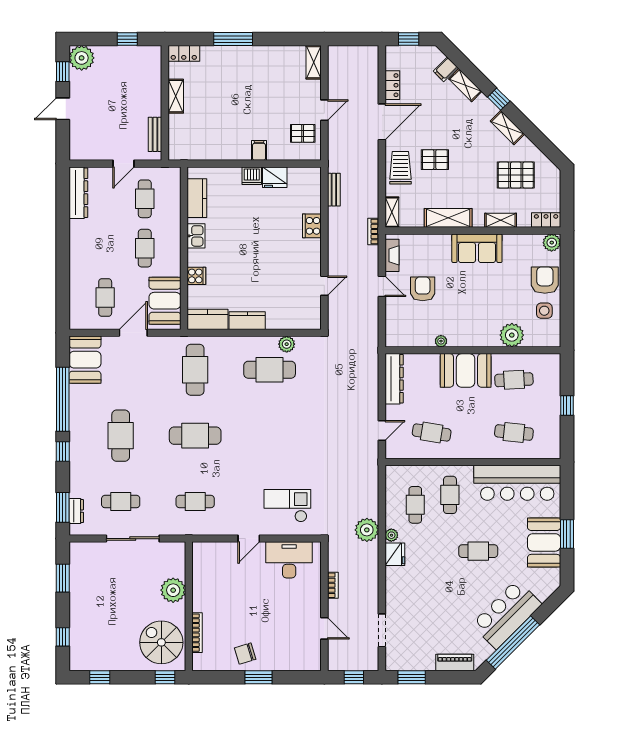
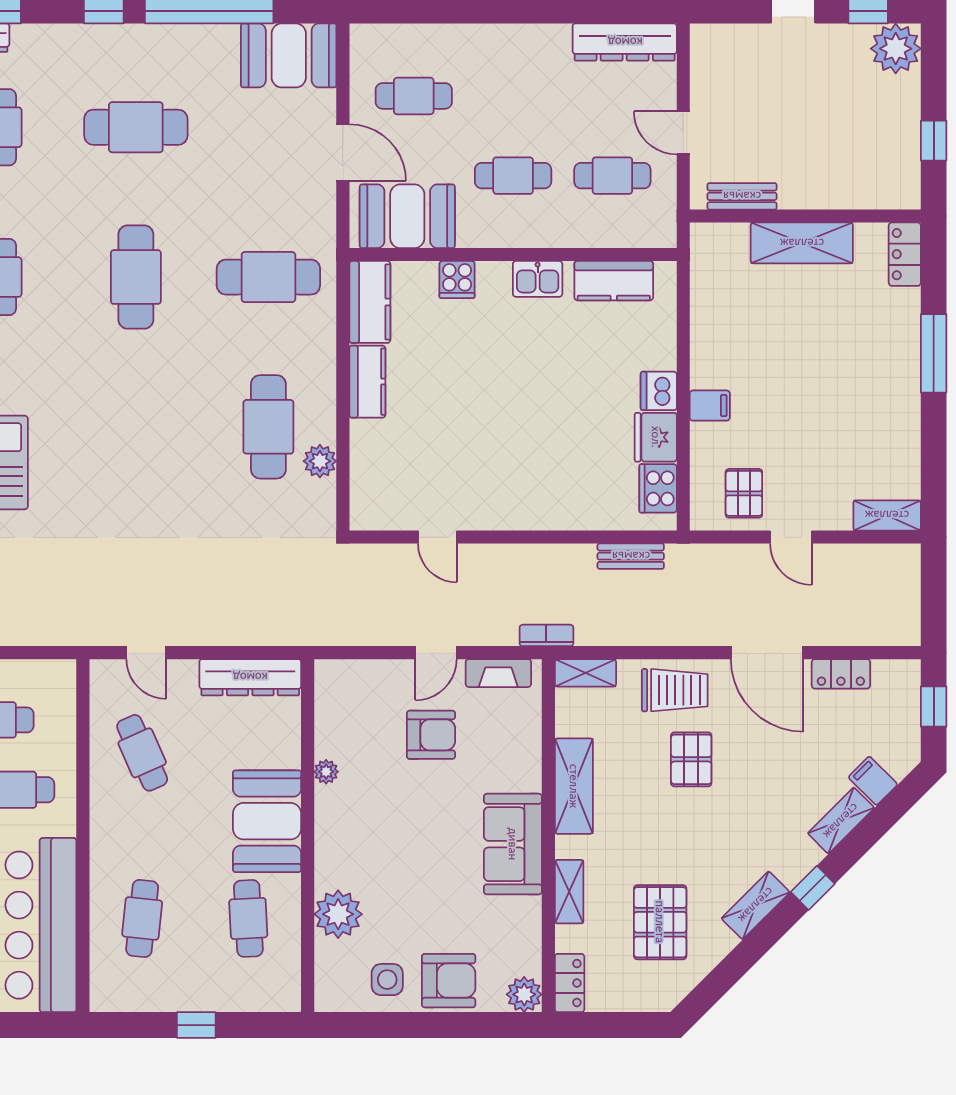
shelving: (176, 96) -> (802, 243), width x1.50, depth x1.33
cooker: (312, 226) -> (658, 488), moved, turned -90
cafe table: (432, 432) -> (142, 753), turned -33

